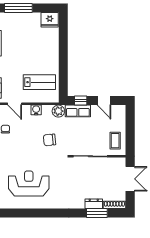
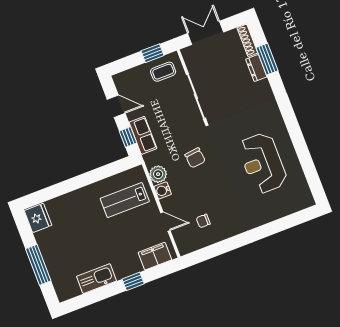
lab bench: (39, 82) -> (125, 200), turned -90
door: (104, 100) -> (116, 106), hinge flipped
door: (15, 104) -> (165, 222), hinge flipped
plant: (58, 111) -> (158, 174), moved
window: (130, 138) -> (153, 53), added

